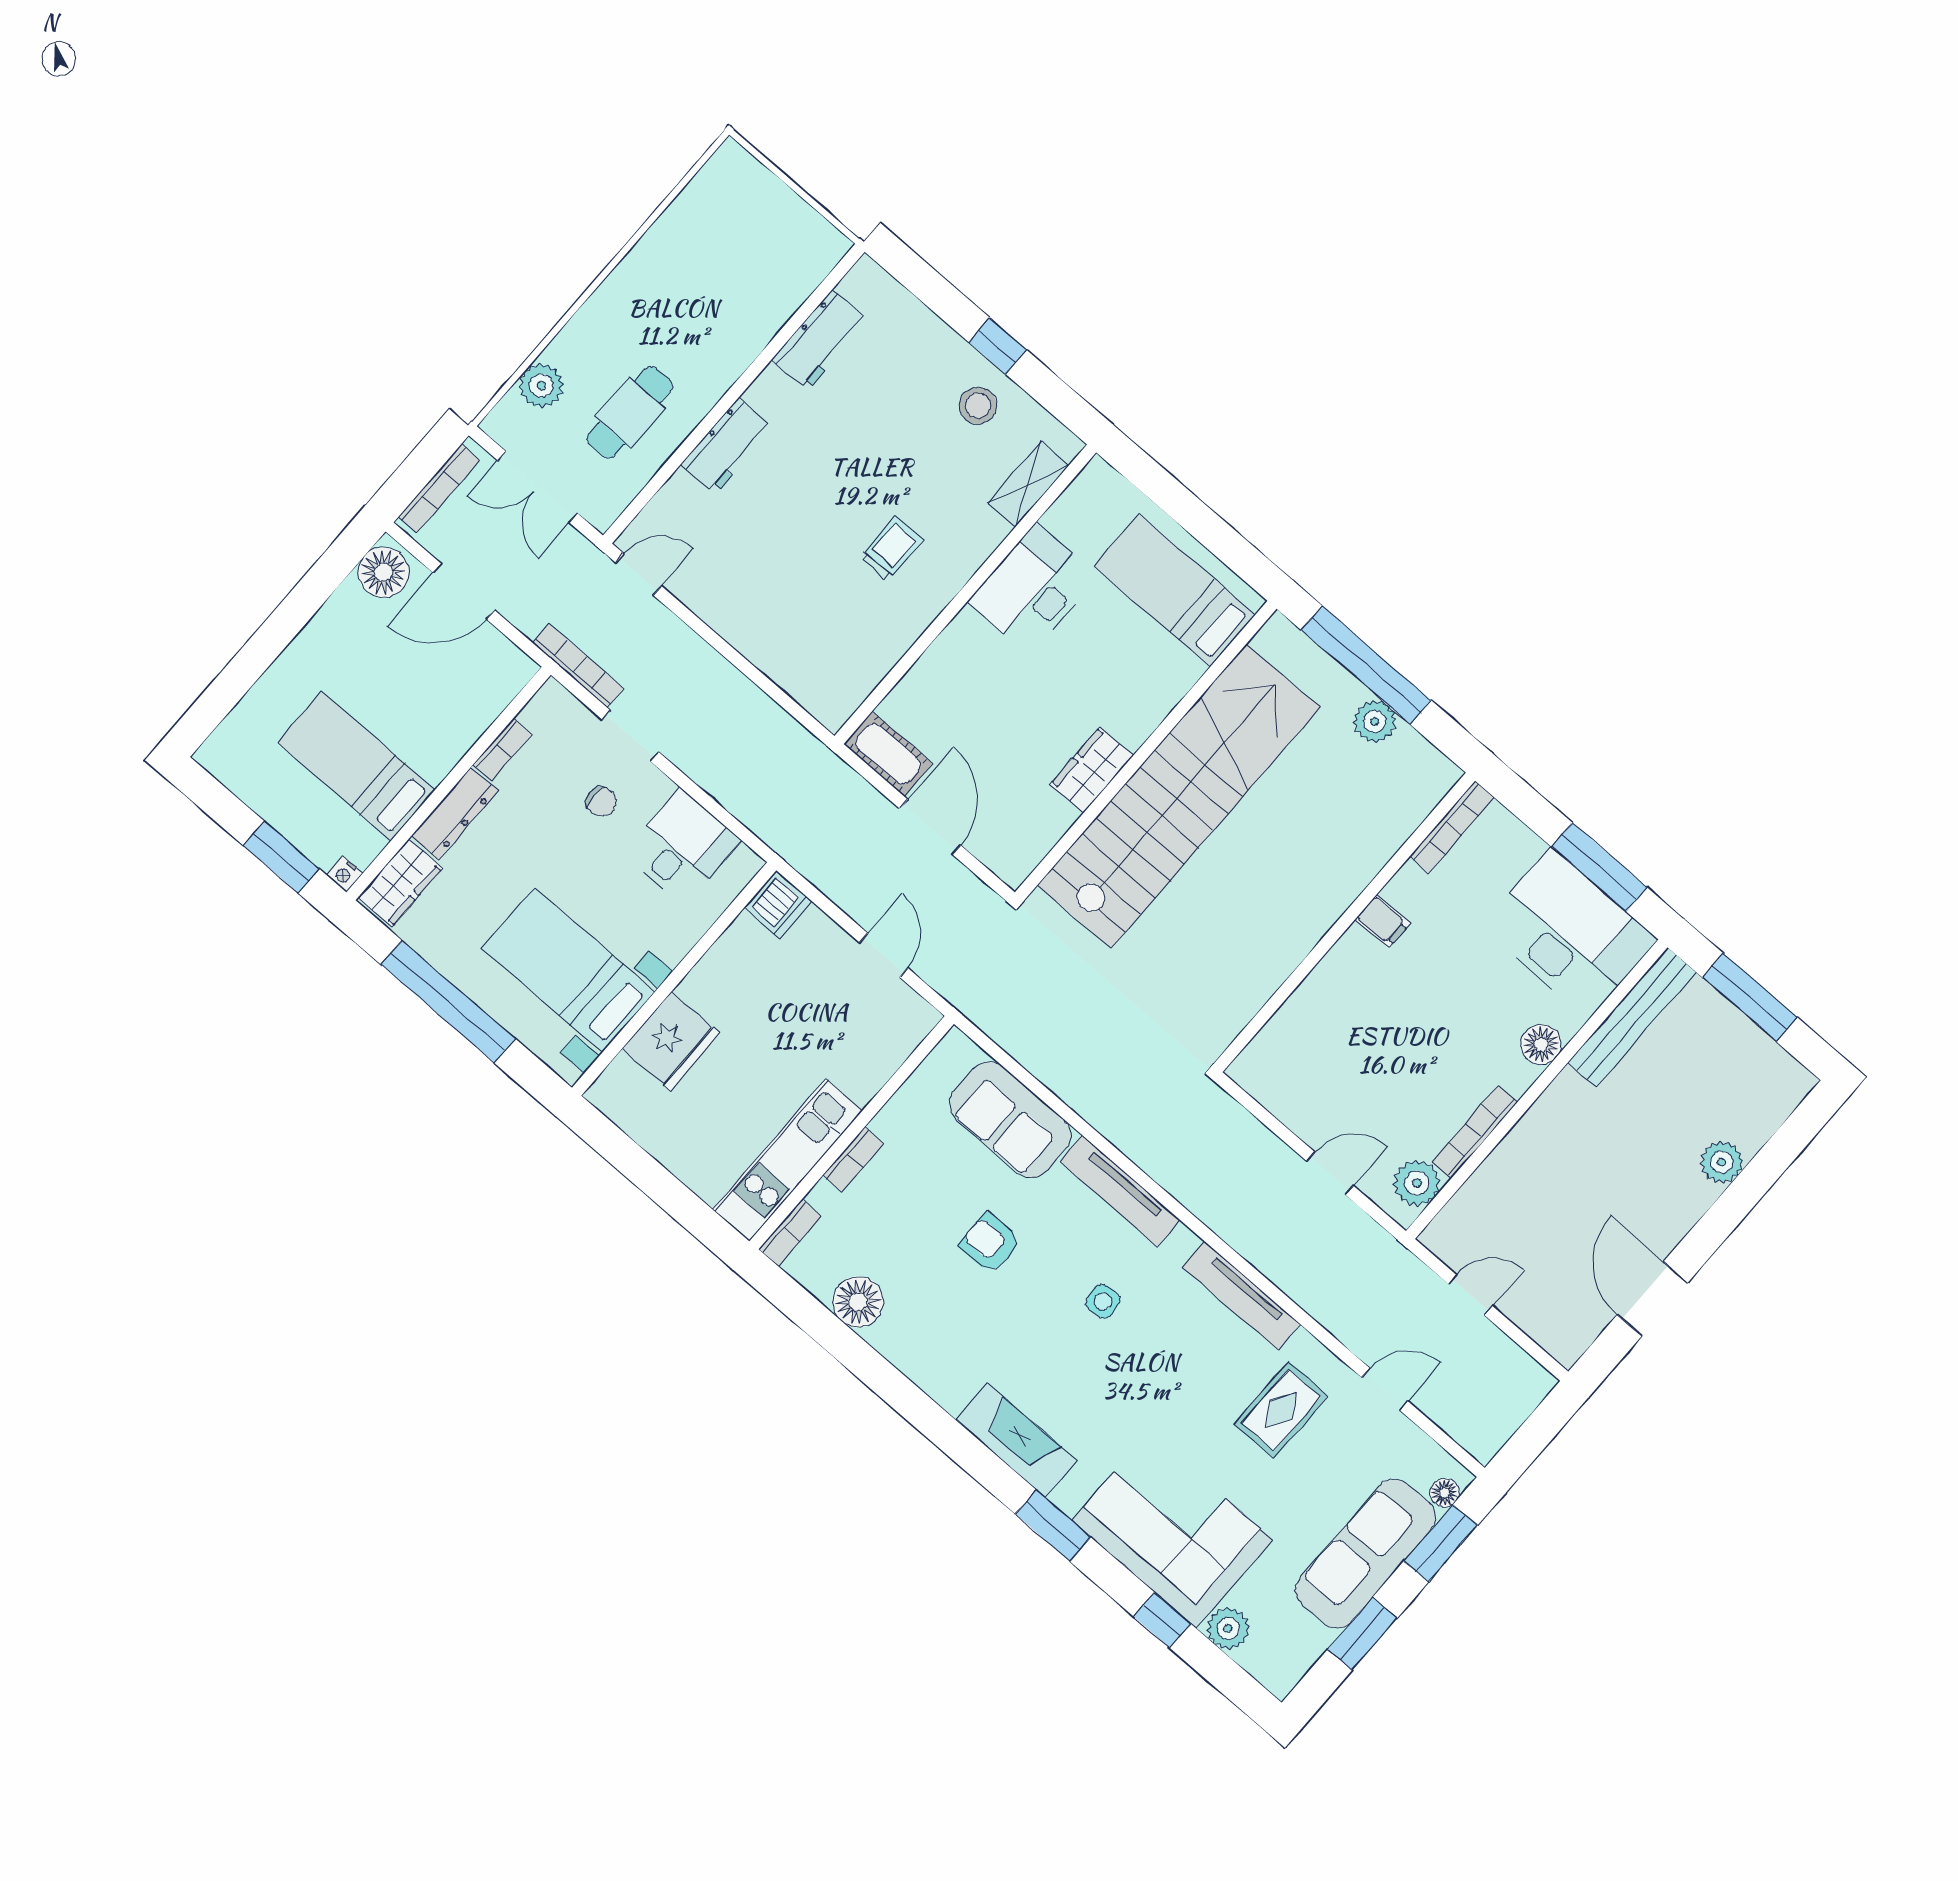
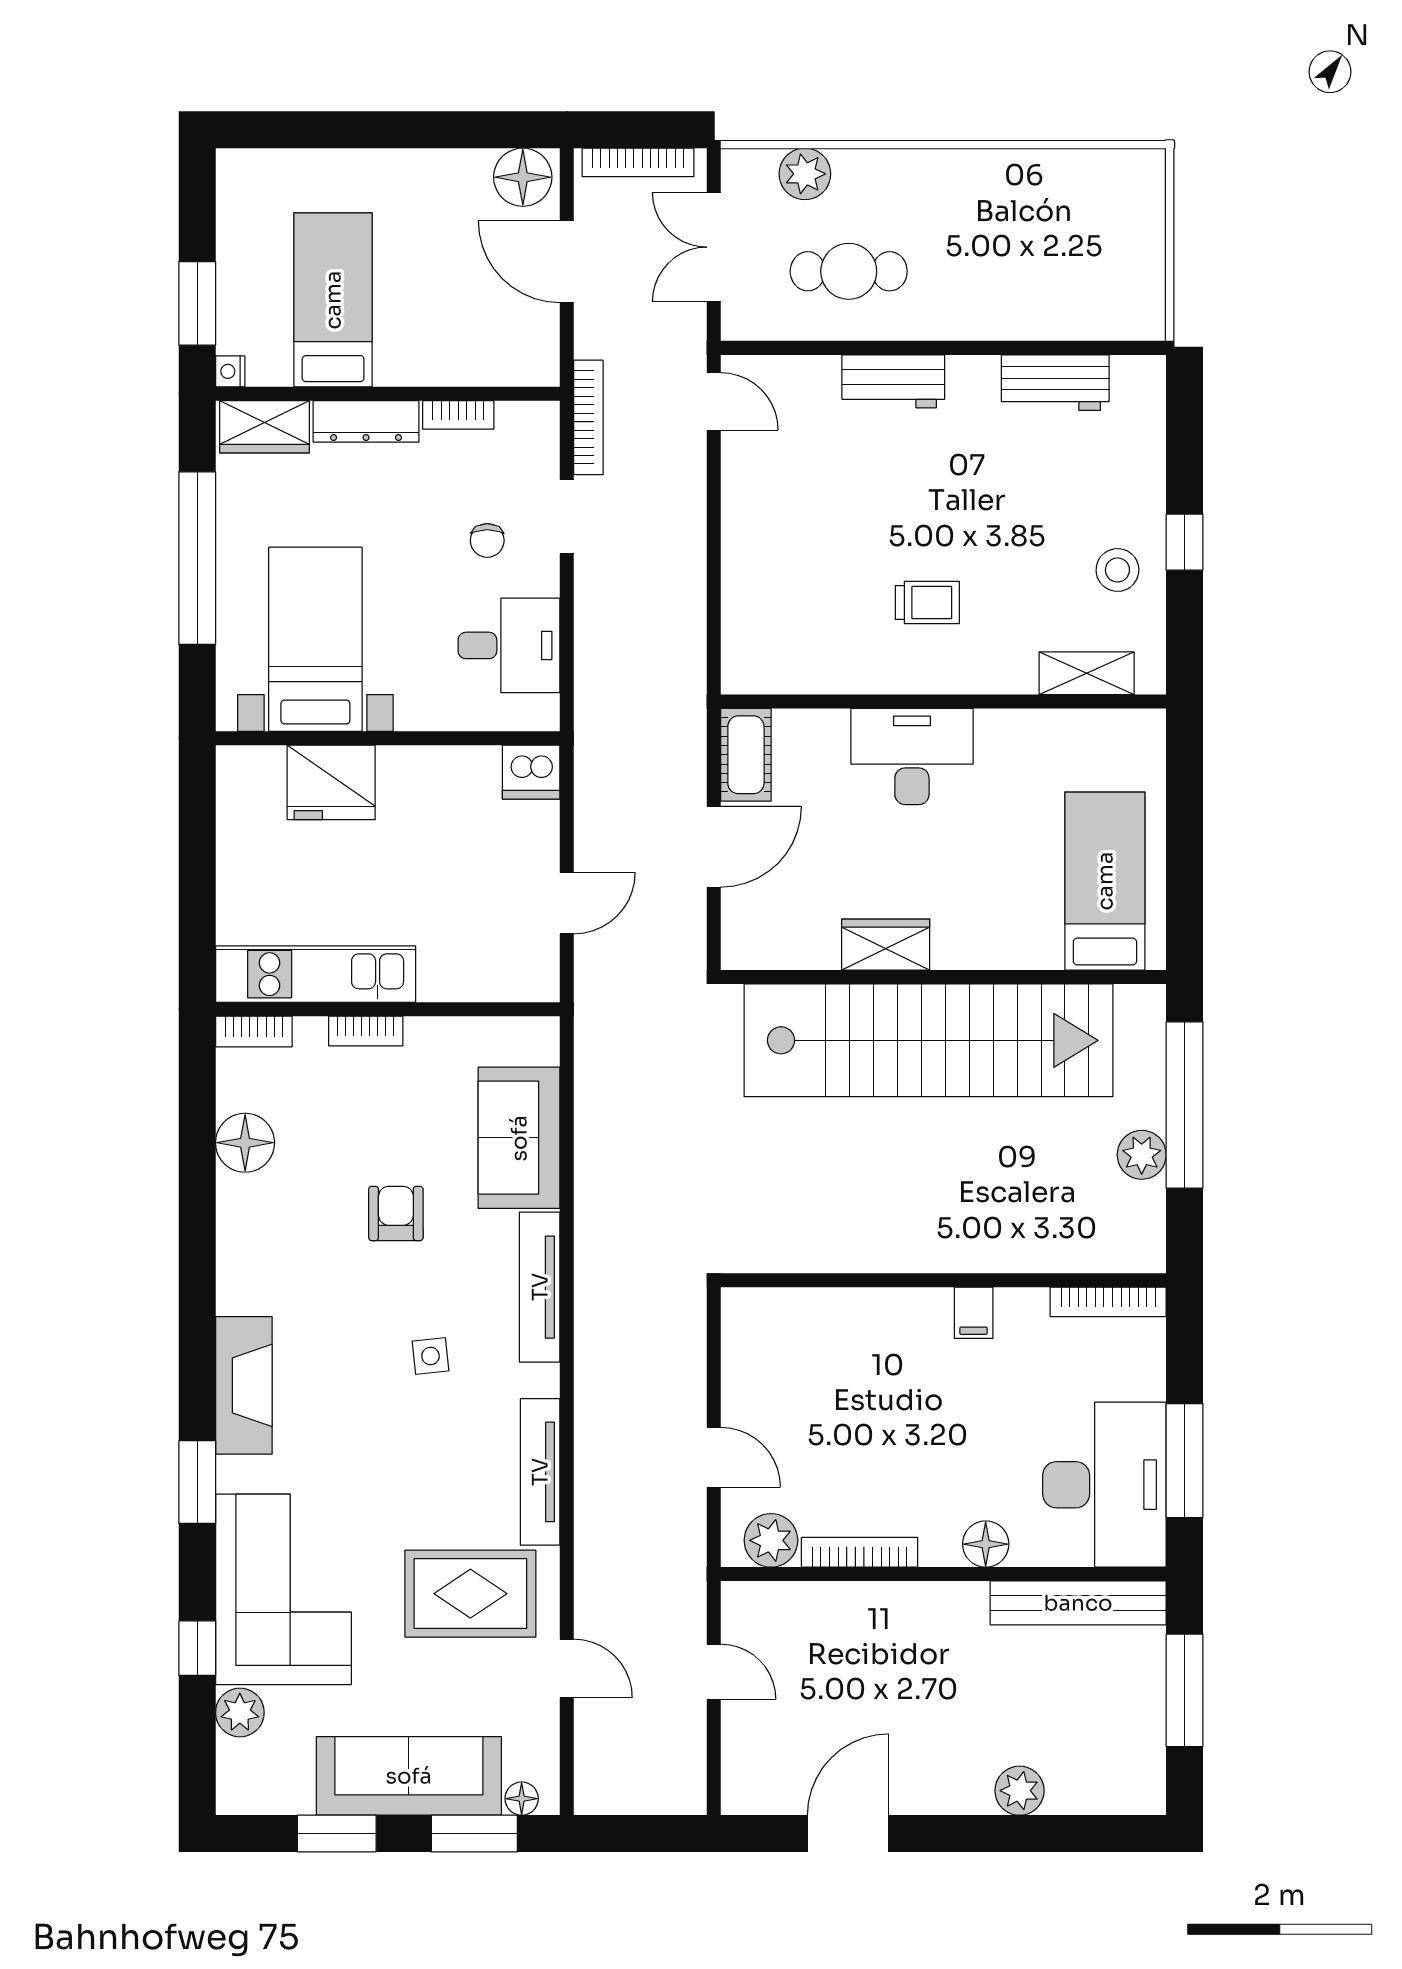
desk: (1033, 589) -> (912, 756), moved
rug: (1281, 1410) -> (470, 1594), width x1.36, depth x1.43

